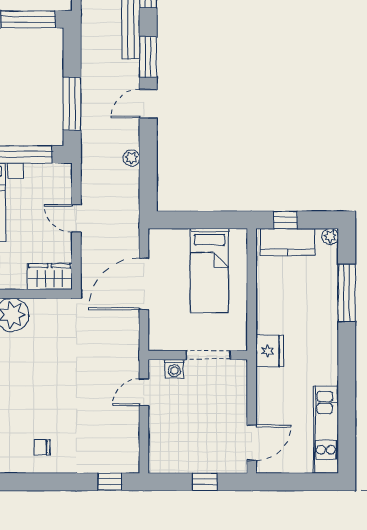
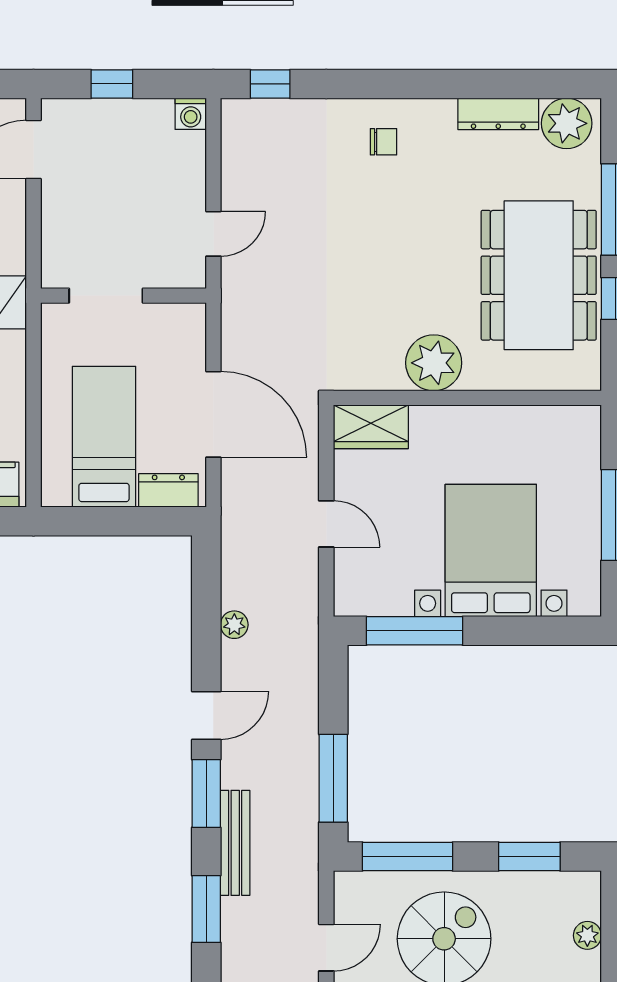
window: (72, 104) -> (333, 778), moved
dresser: (171, 238) -> (168, 490), added
door: (144, 284) -> (213, 414), hinge flipped
washing machine: (174, 369) -> (191, 114), moved, turned 180

